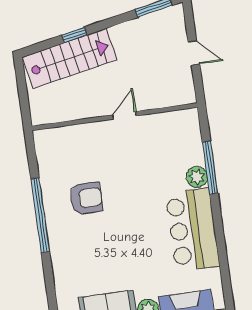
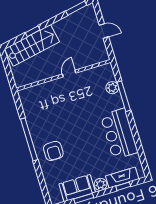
plant: (197, 177) -> (112, 88), moved
armchair: (86, 198) -> (53, 151), moved, turned 90

